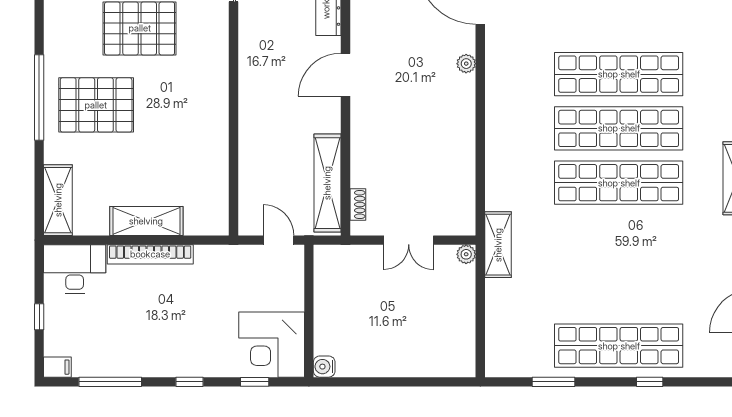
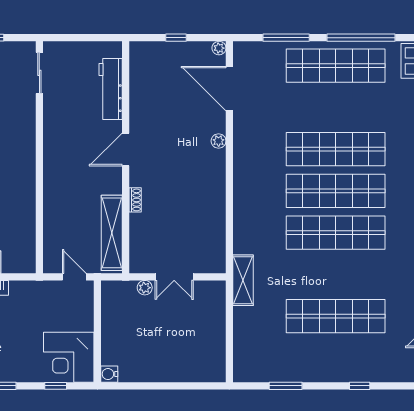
shoe rack: (358, 205) -> (135, 200), moved
plant: (466, 254) -> (145, 288), moved
shop shelf: (619, 346) -> (336, 316), moved

